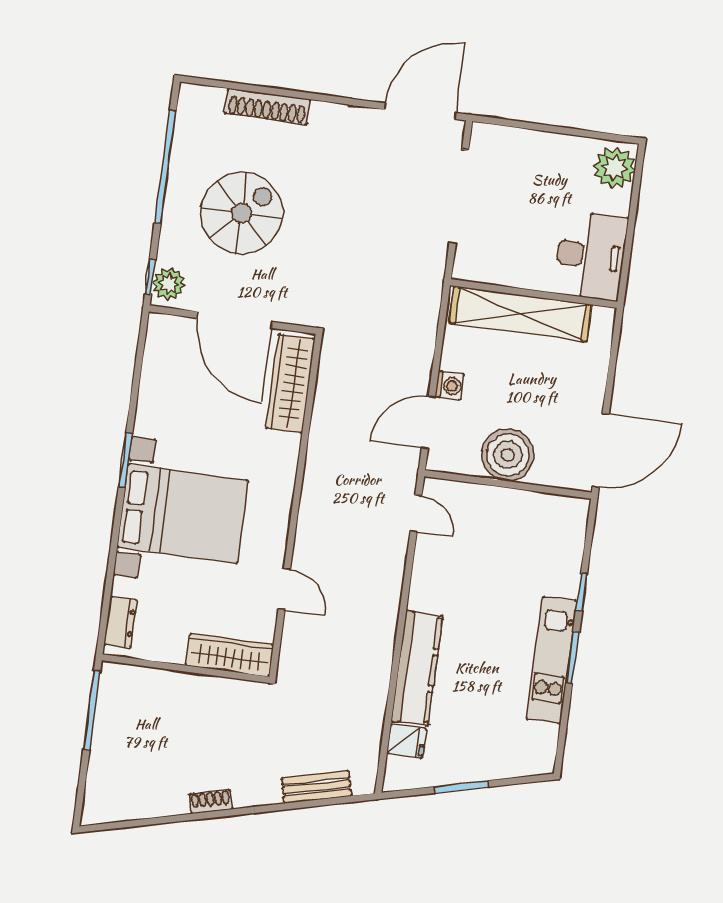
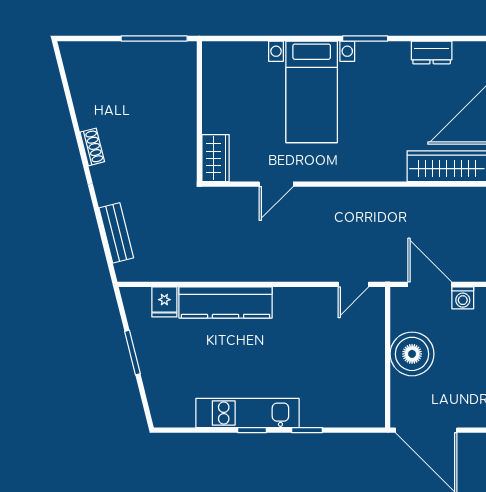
bed with nightstands: (183, 514) -> (312, 92), width x0.73
dresser: (121, 622) -> (432, 52), moved
wardrobe: (230, 655) -> (216, 158), width x0.67
window: (573, 657) -> (252, 430), width x0.67

